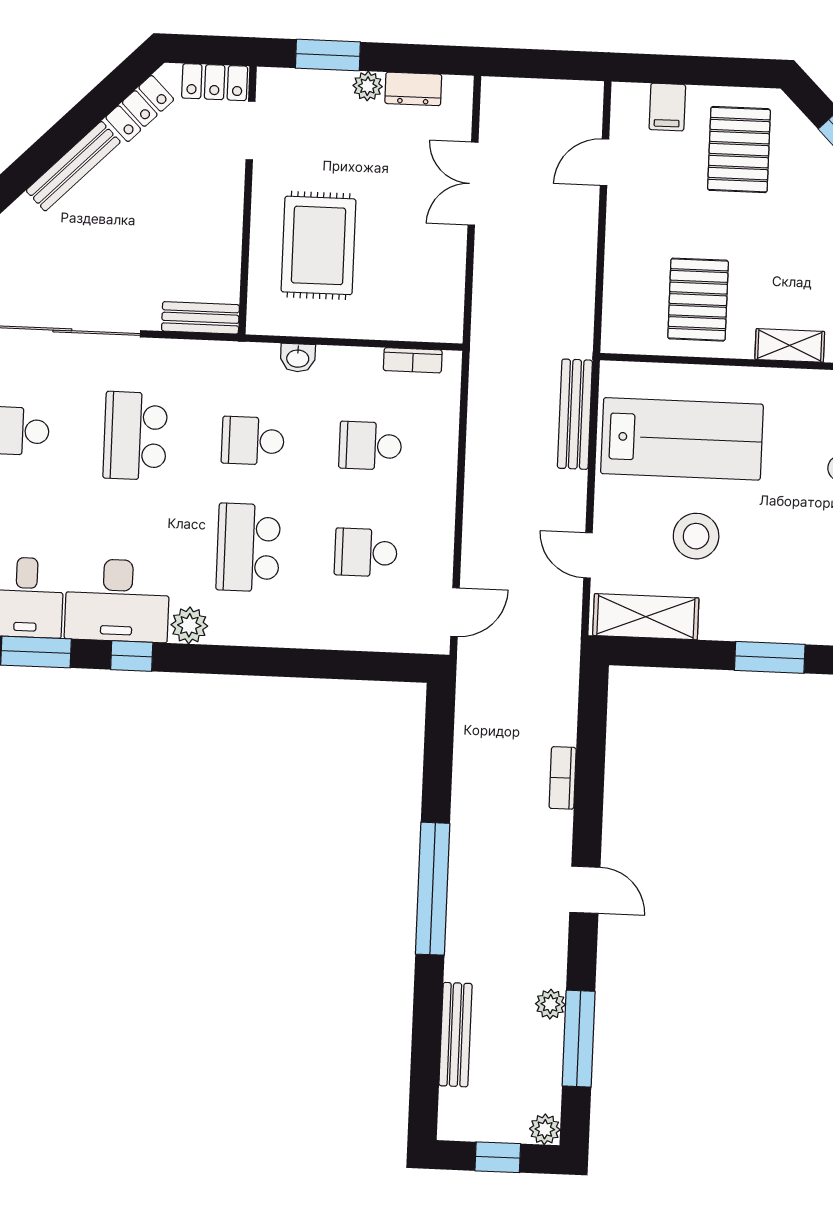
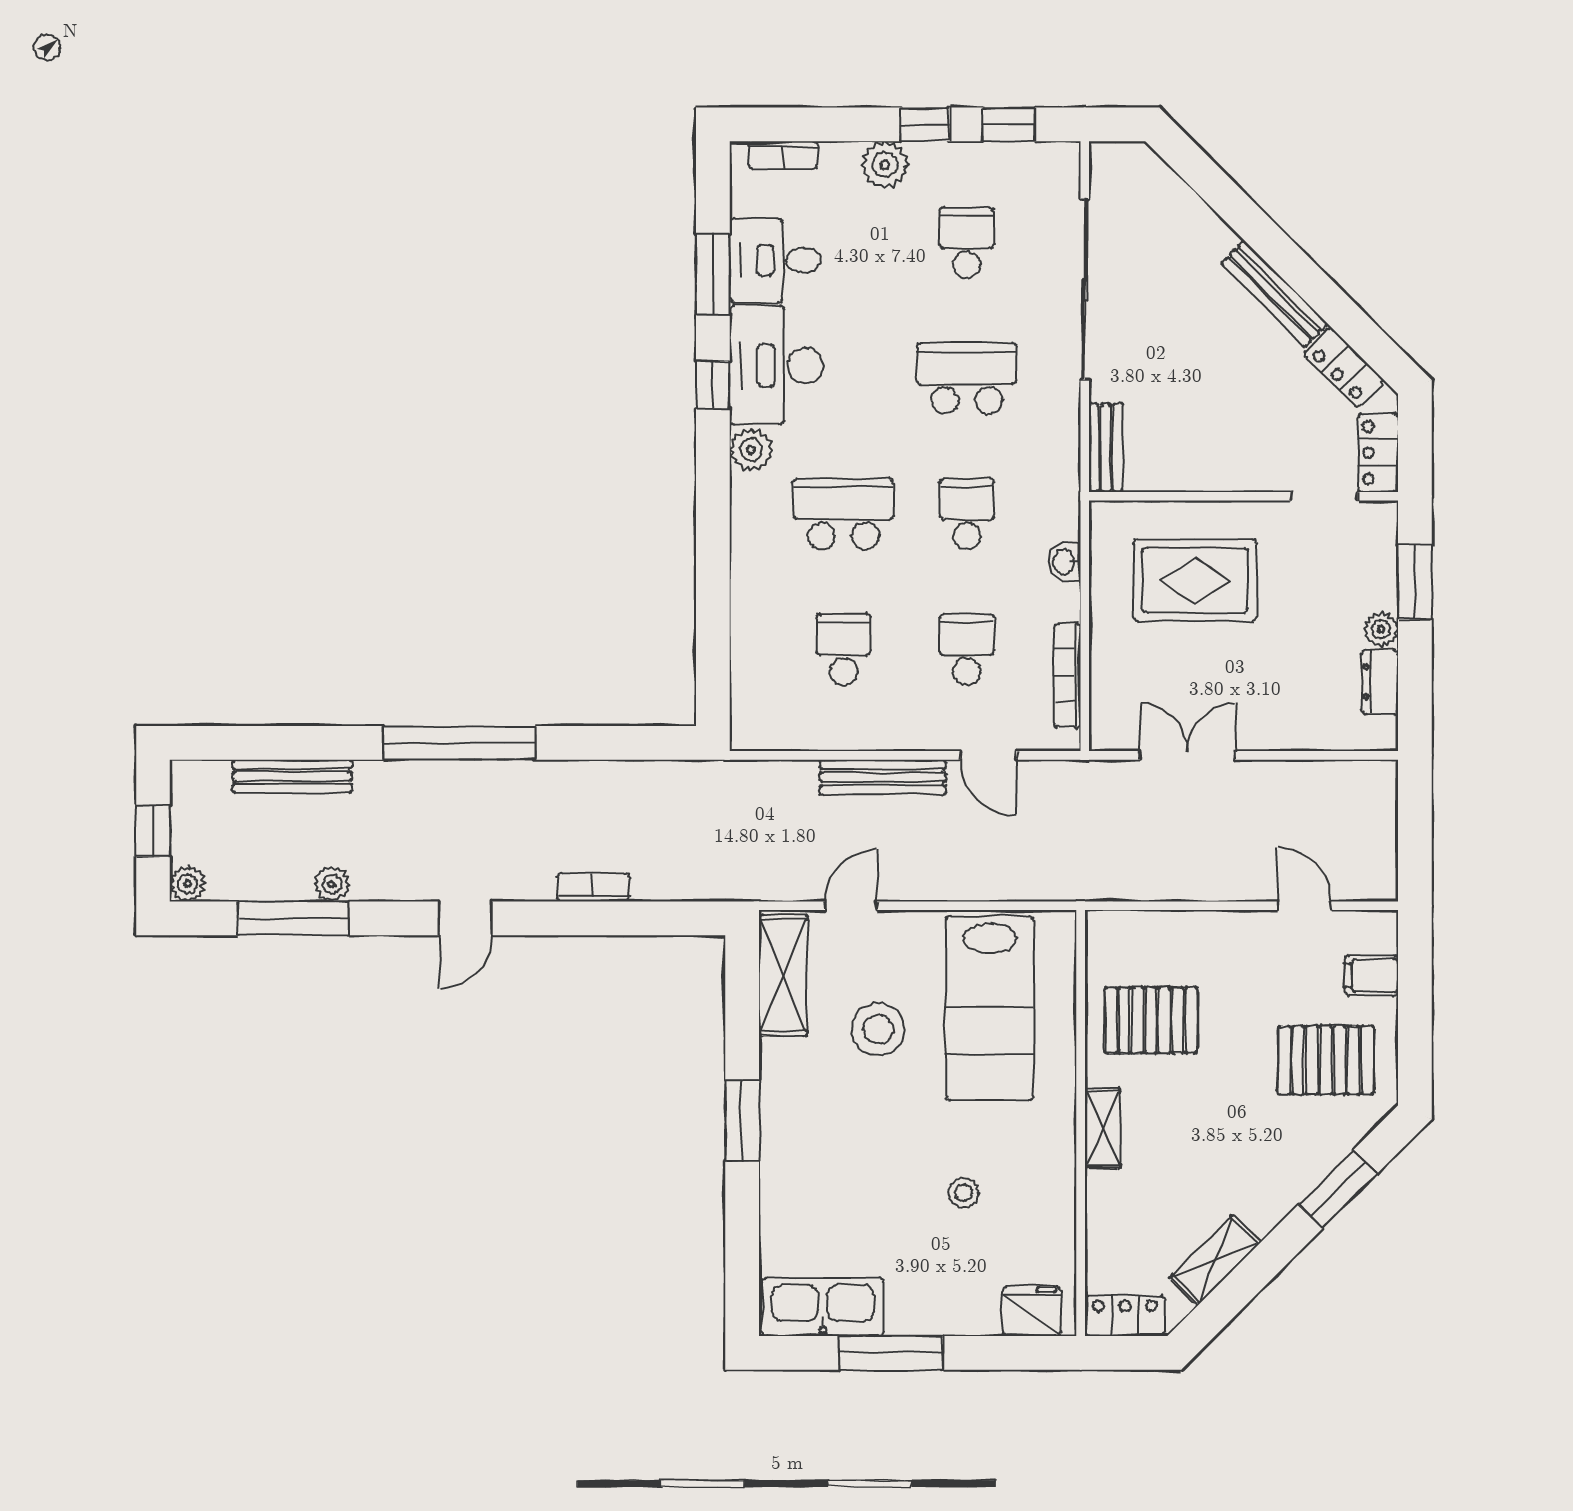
double door: (473, 184) -> (1188, 755), moved
bookcase: (413, 360) -> (1067, 676), width x1.56
bench: (575, 414) -> (883, 777), moved
door: (455, 612) -> (988, 755), moved

